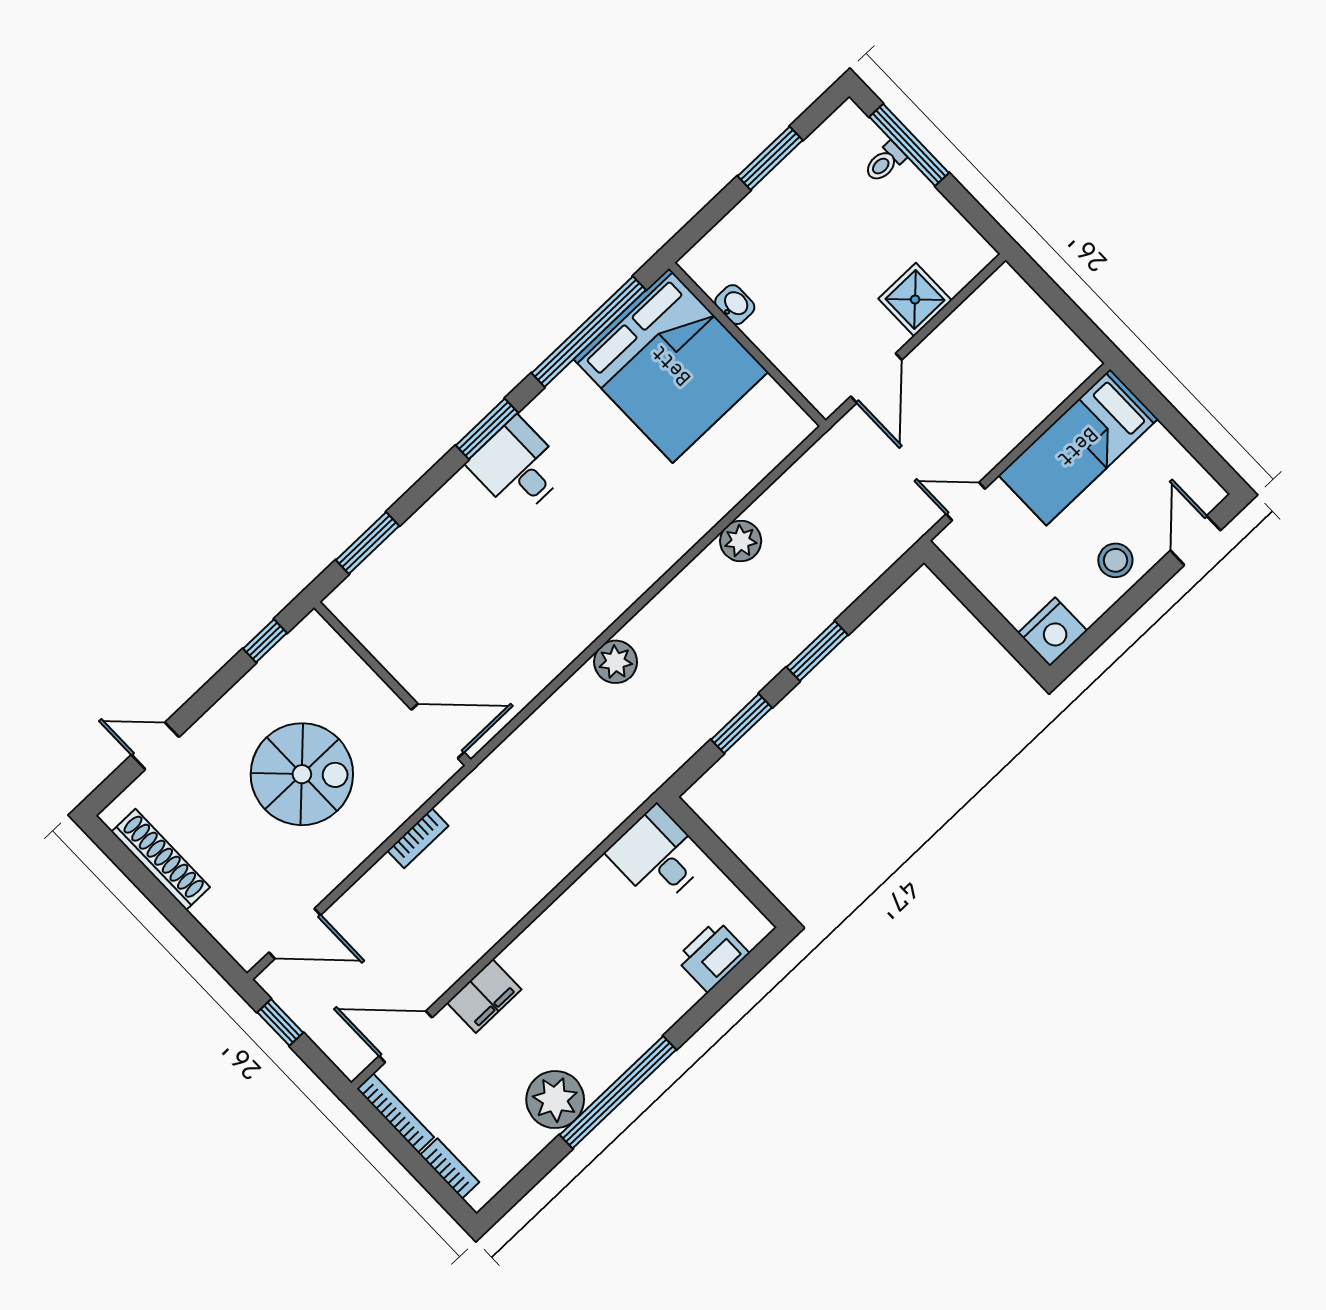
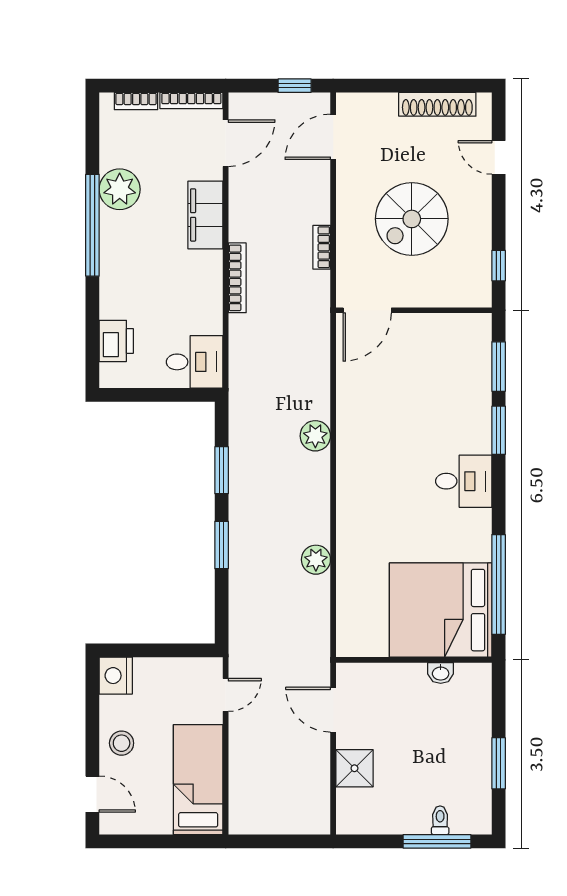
window: (487, 429) -> (499, 430), moved
door: (155, 746) -> (499, 157), swing flipped
bookcase: (531, 894) -> (237, 278), added
filing cabinet: (484, 996) -> (205, 215), width x1.50, depth x1.17

